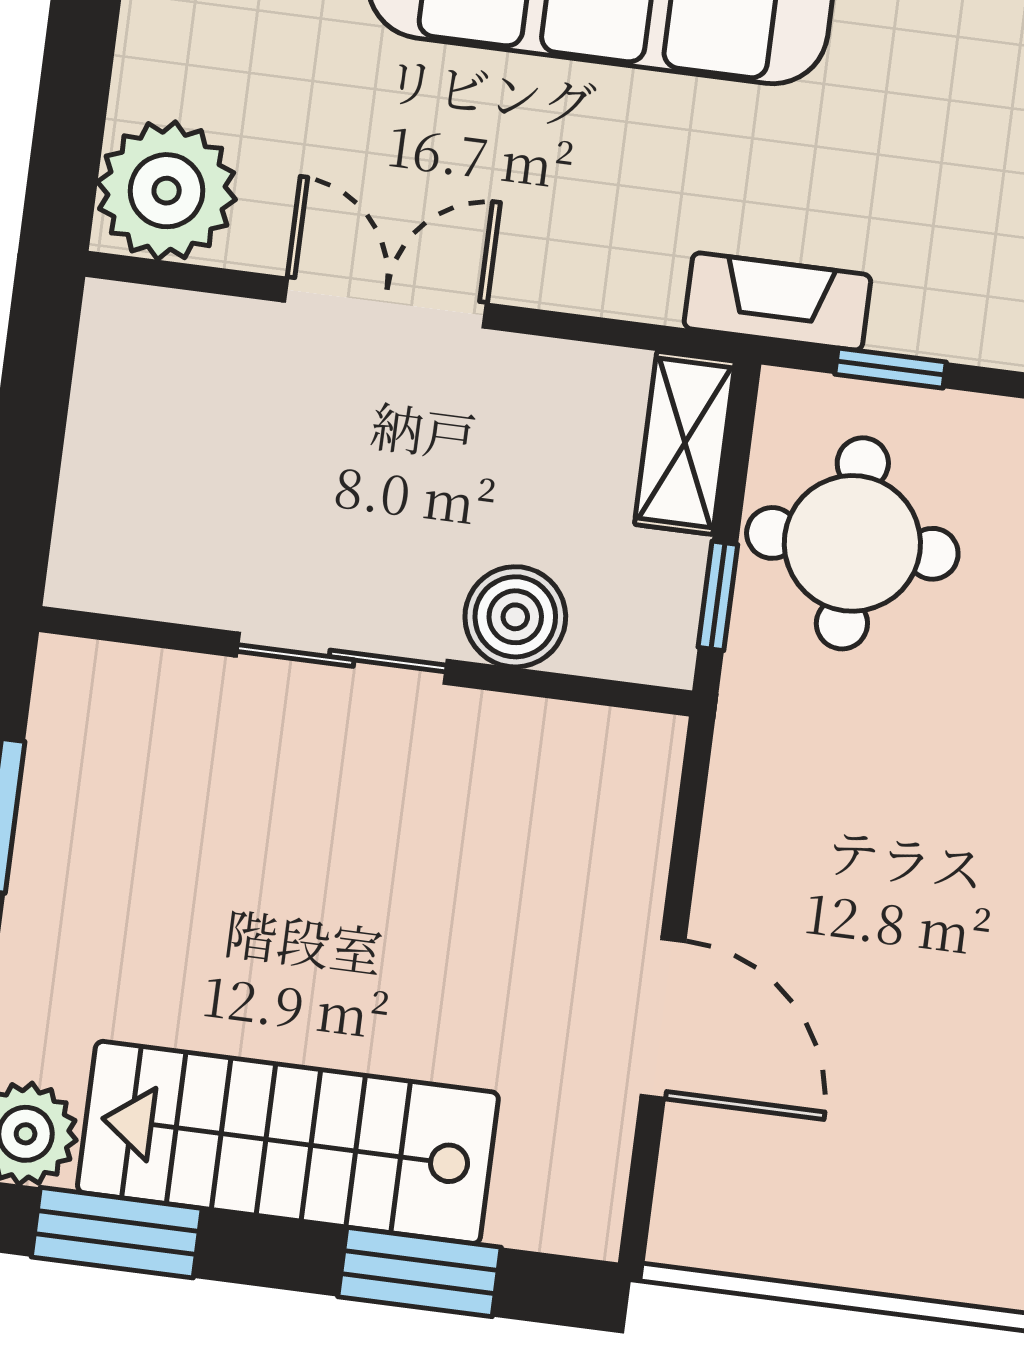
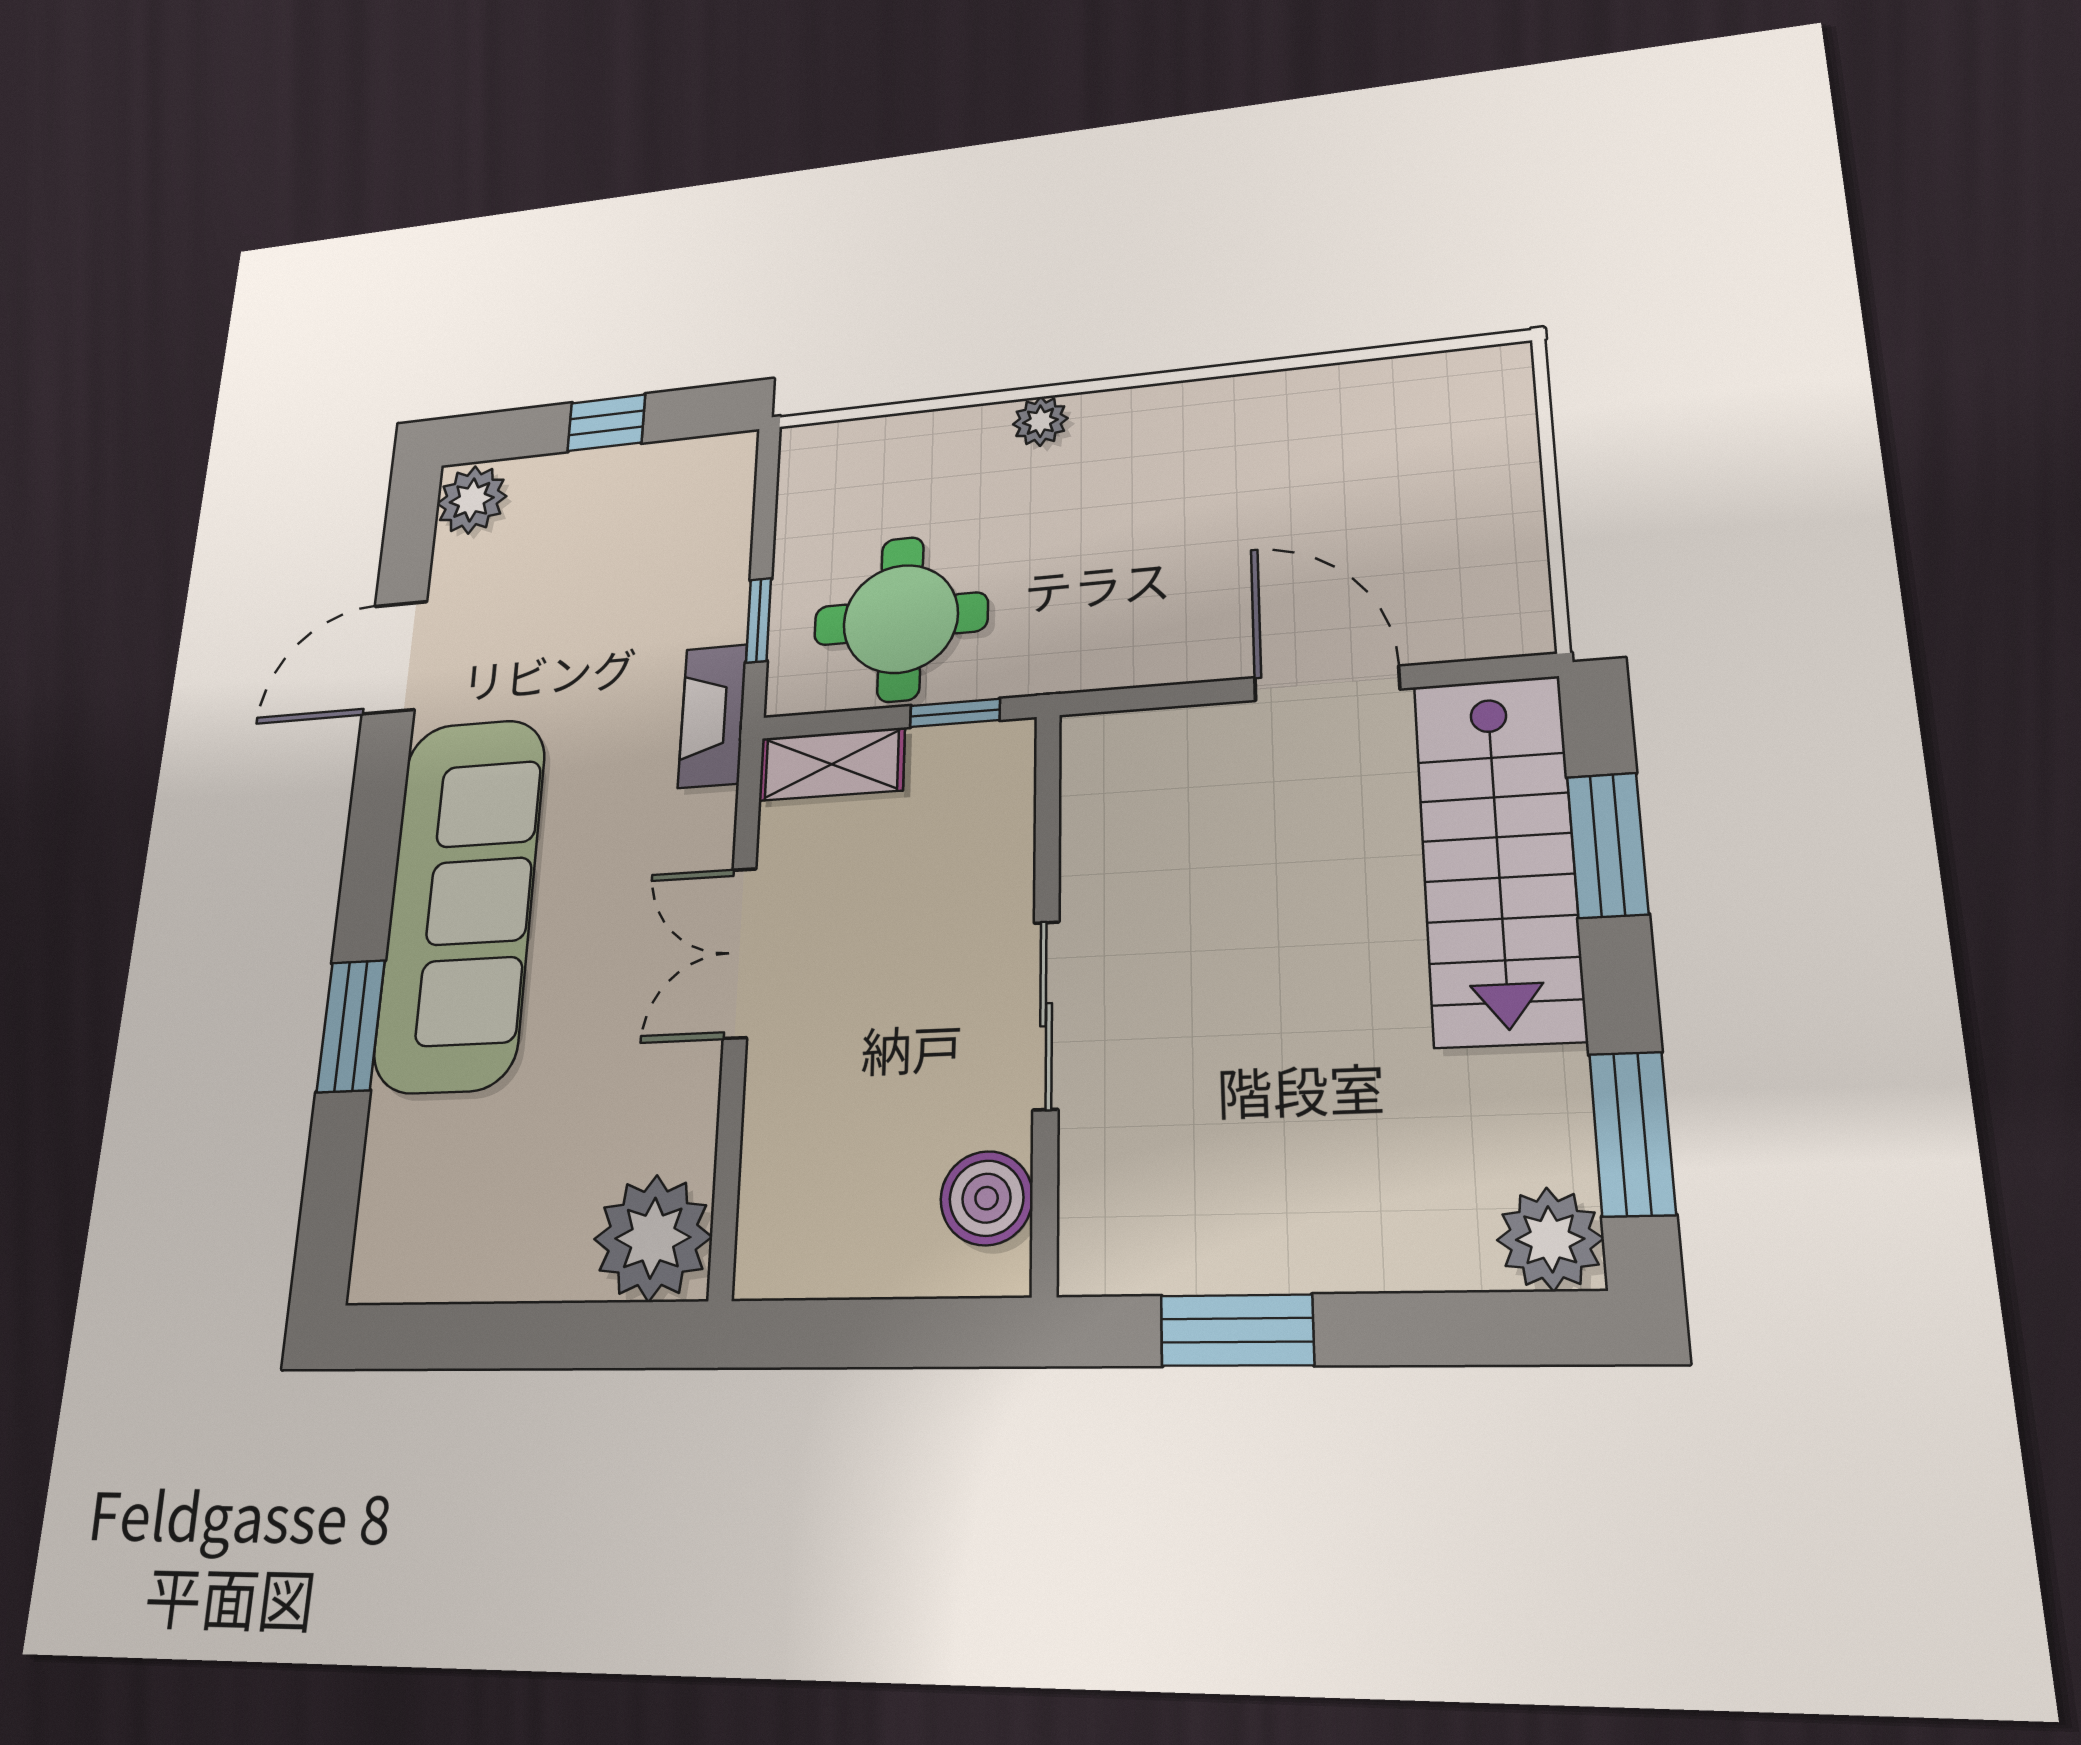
double door: (386, 303) -> (740, 953), moved
boiler: (515, 617) -> (987, 1198), moved
door: (663, 1018) -> (1327, 683), hinge flipped
stairs: (288, 1142) -> (1498, 858), moved

